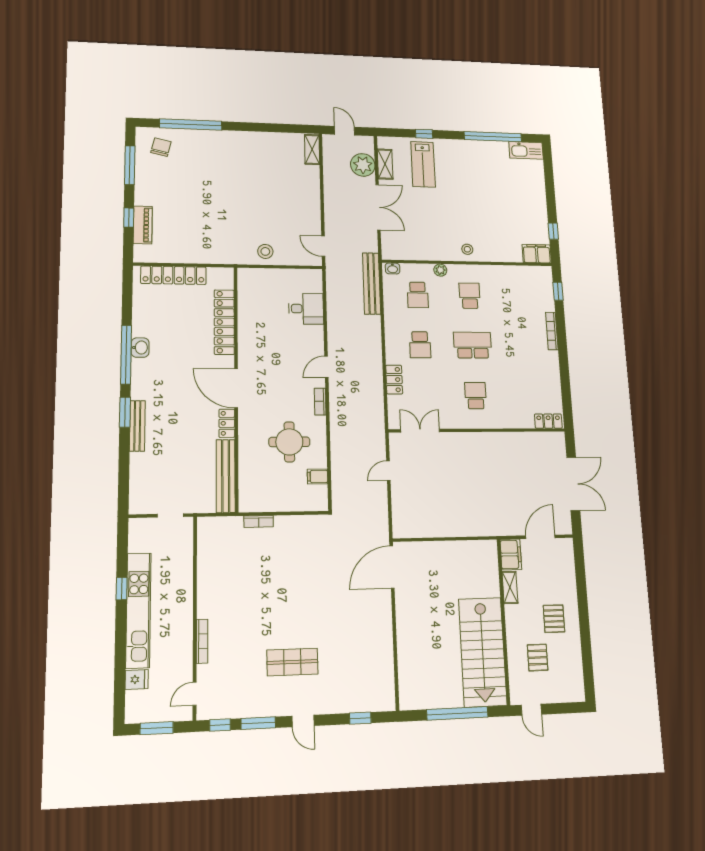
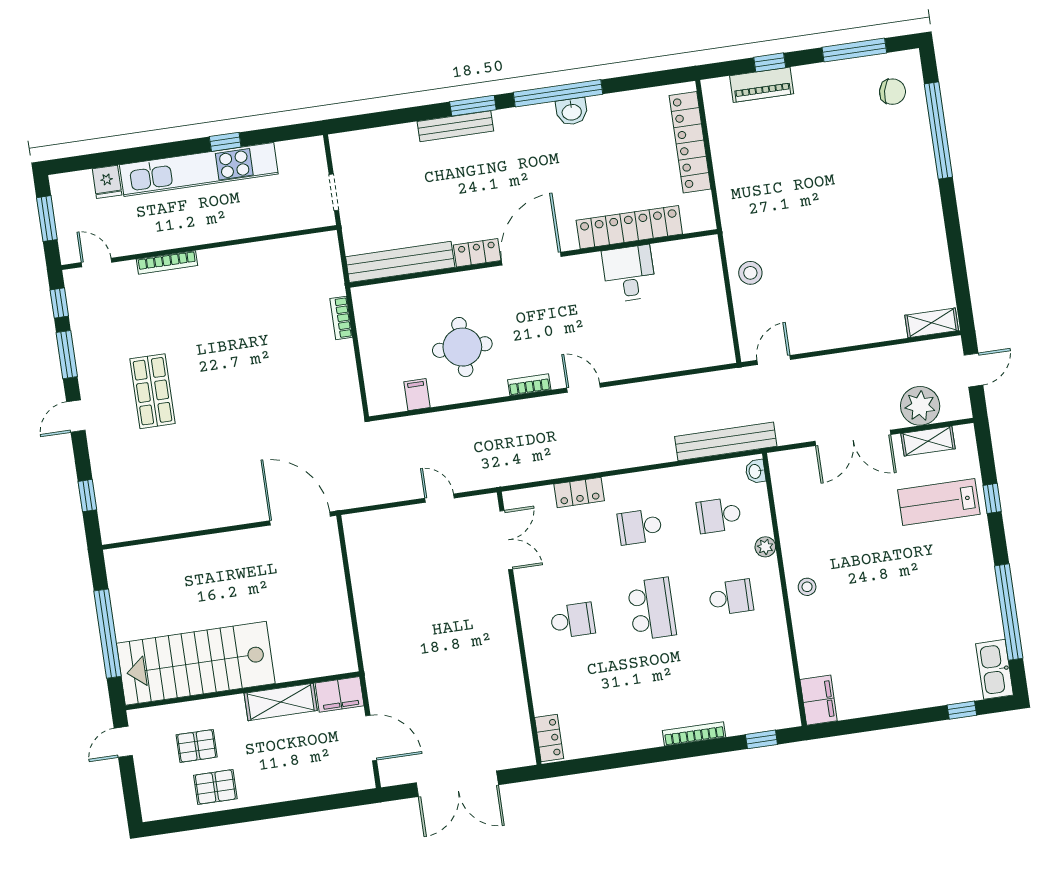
window: (553, 231) -> (962, 710), moved
desk: (306, 309) -> (629, 274), moved, turned 180
shelving: (510, 587) -> (281, 702), width x1.50, depth x1.33
pallet: (554, 619) -> (215, 787), moved

